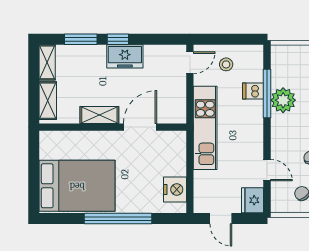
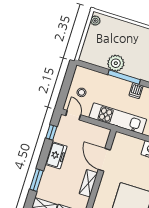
window: (118, 39) -> (51, 132), moved
dishwasher: (253, 91) -> (136, 91), moved
window: (267, 93) -> (124, 77), moved

